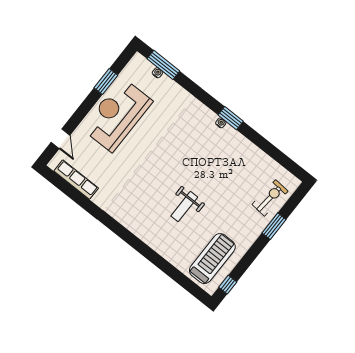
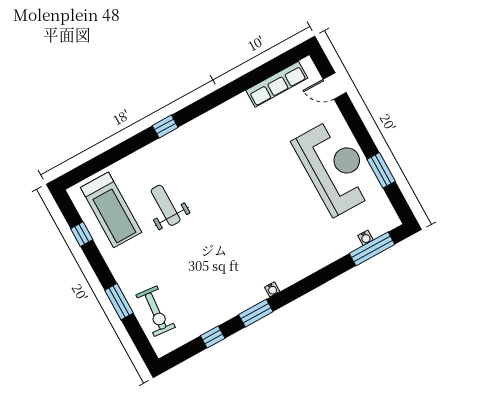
window: (231, 118) -> (256, 313), moved
window: (271, 150) -> (213, 337), added
weight bench: (184, 207) -> (166, 205), moved
window: (138, 245) -> (165, 126), added
window: (228, 285) -> (82, 234), moved

